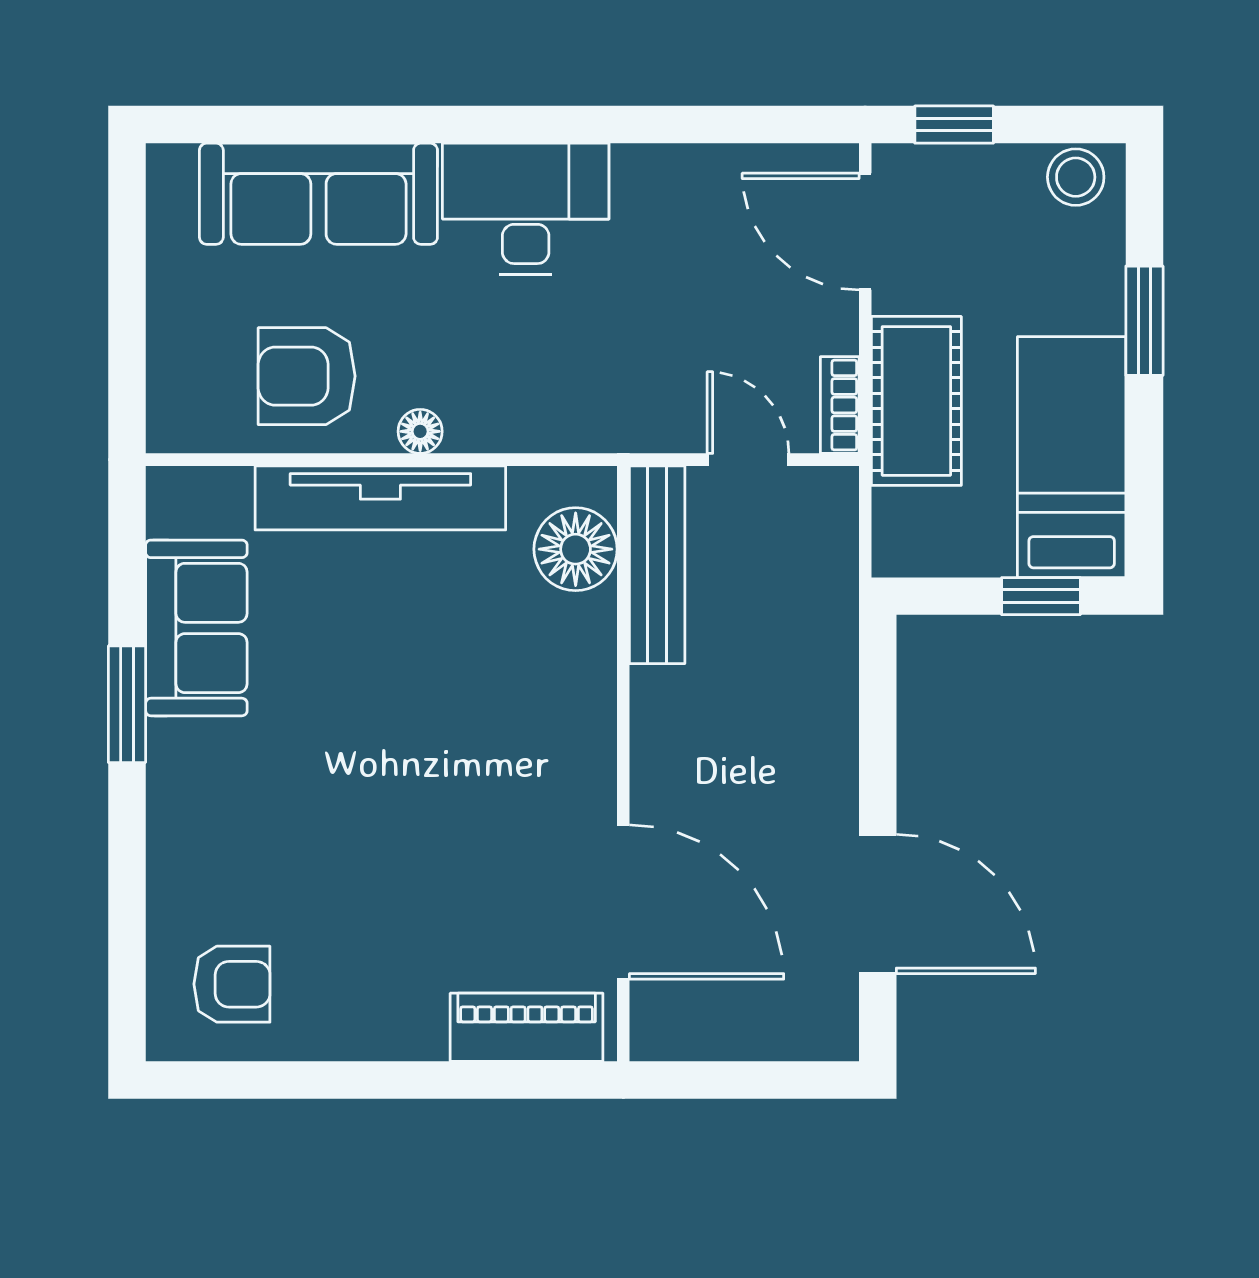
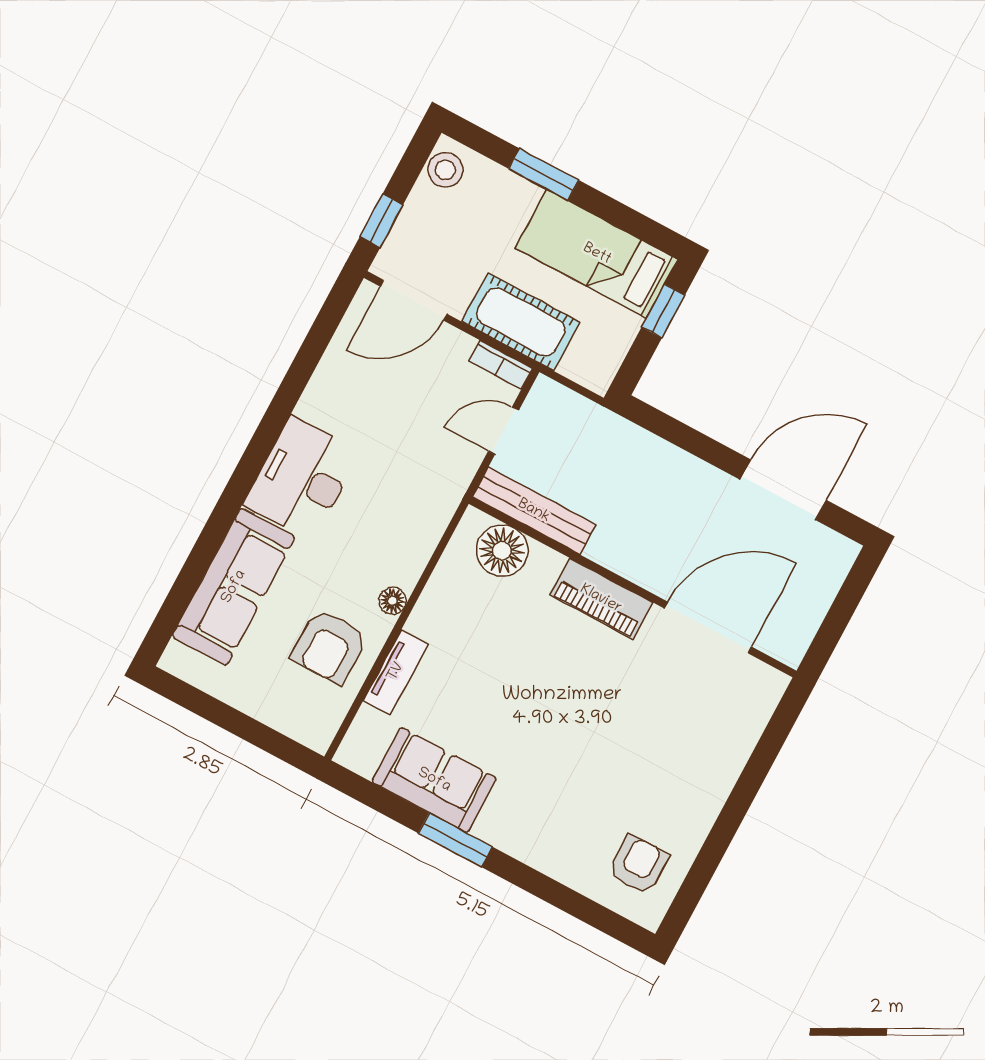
tv unit: (380, 498) -> (396, 672), width x0.52, depth x0.78
piano: (527, 1027) -> (601, 599), moved, turned -90

